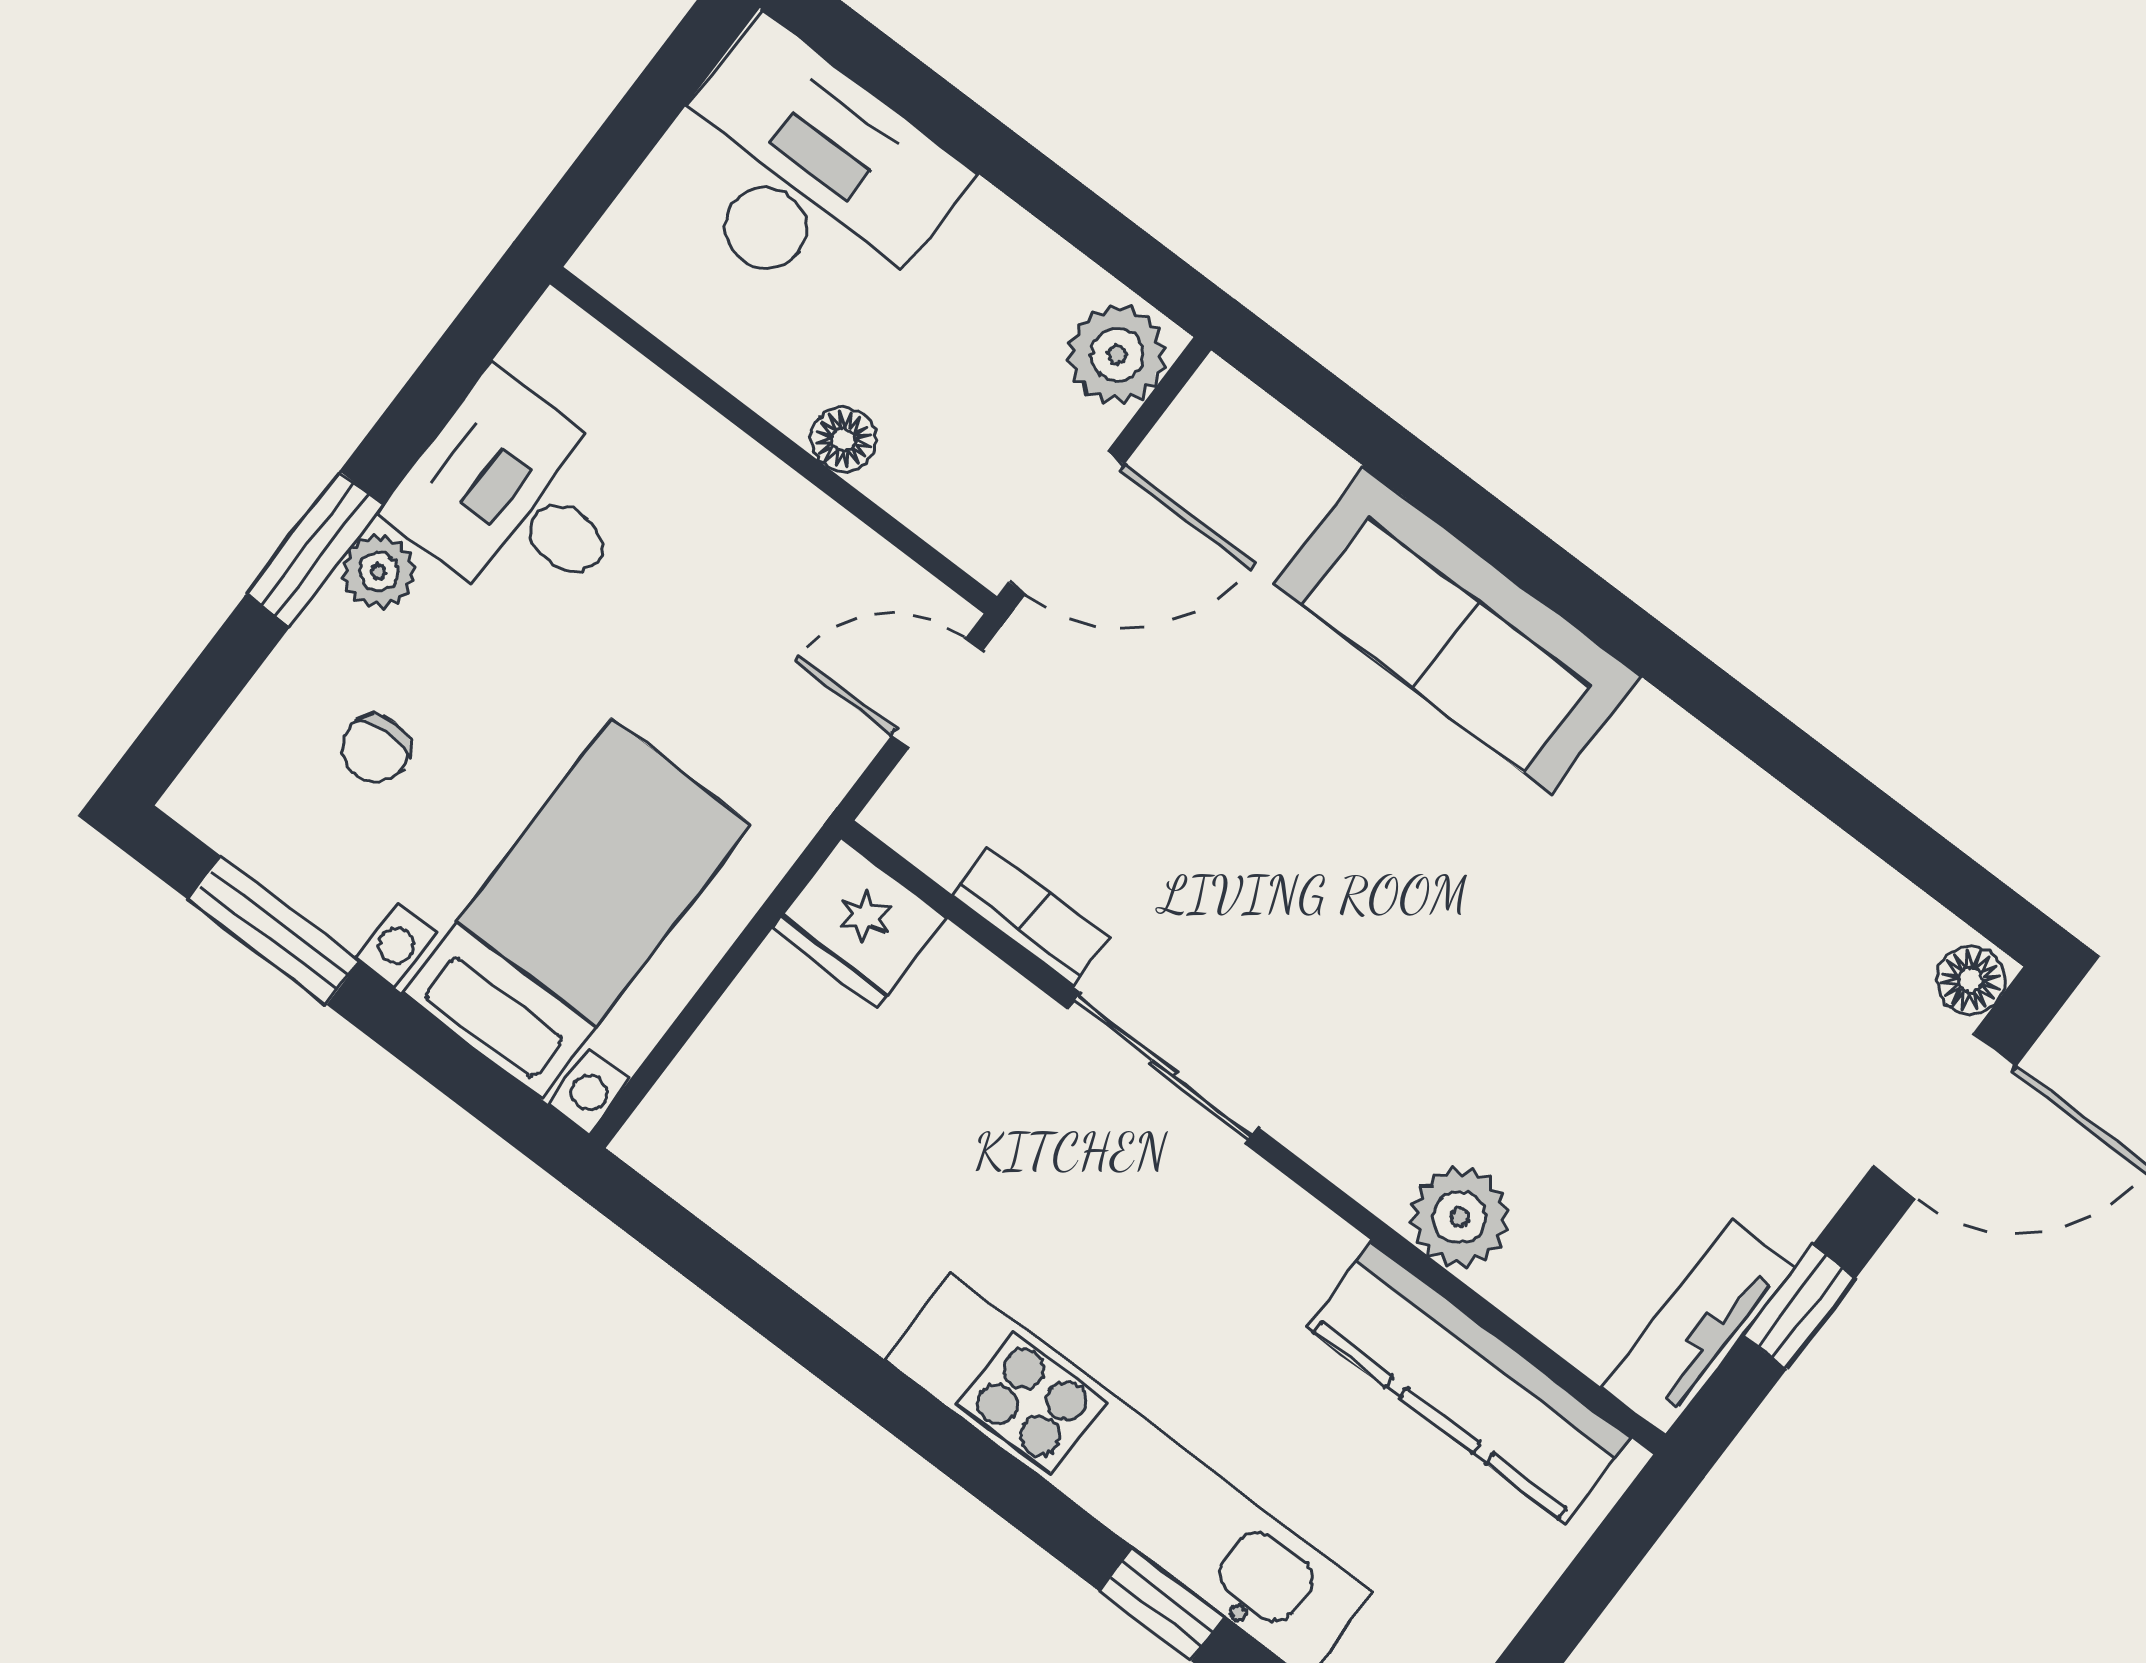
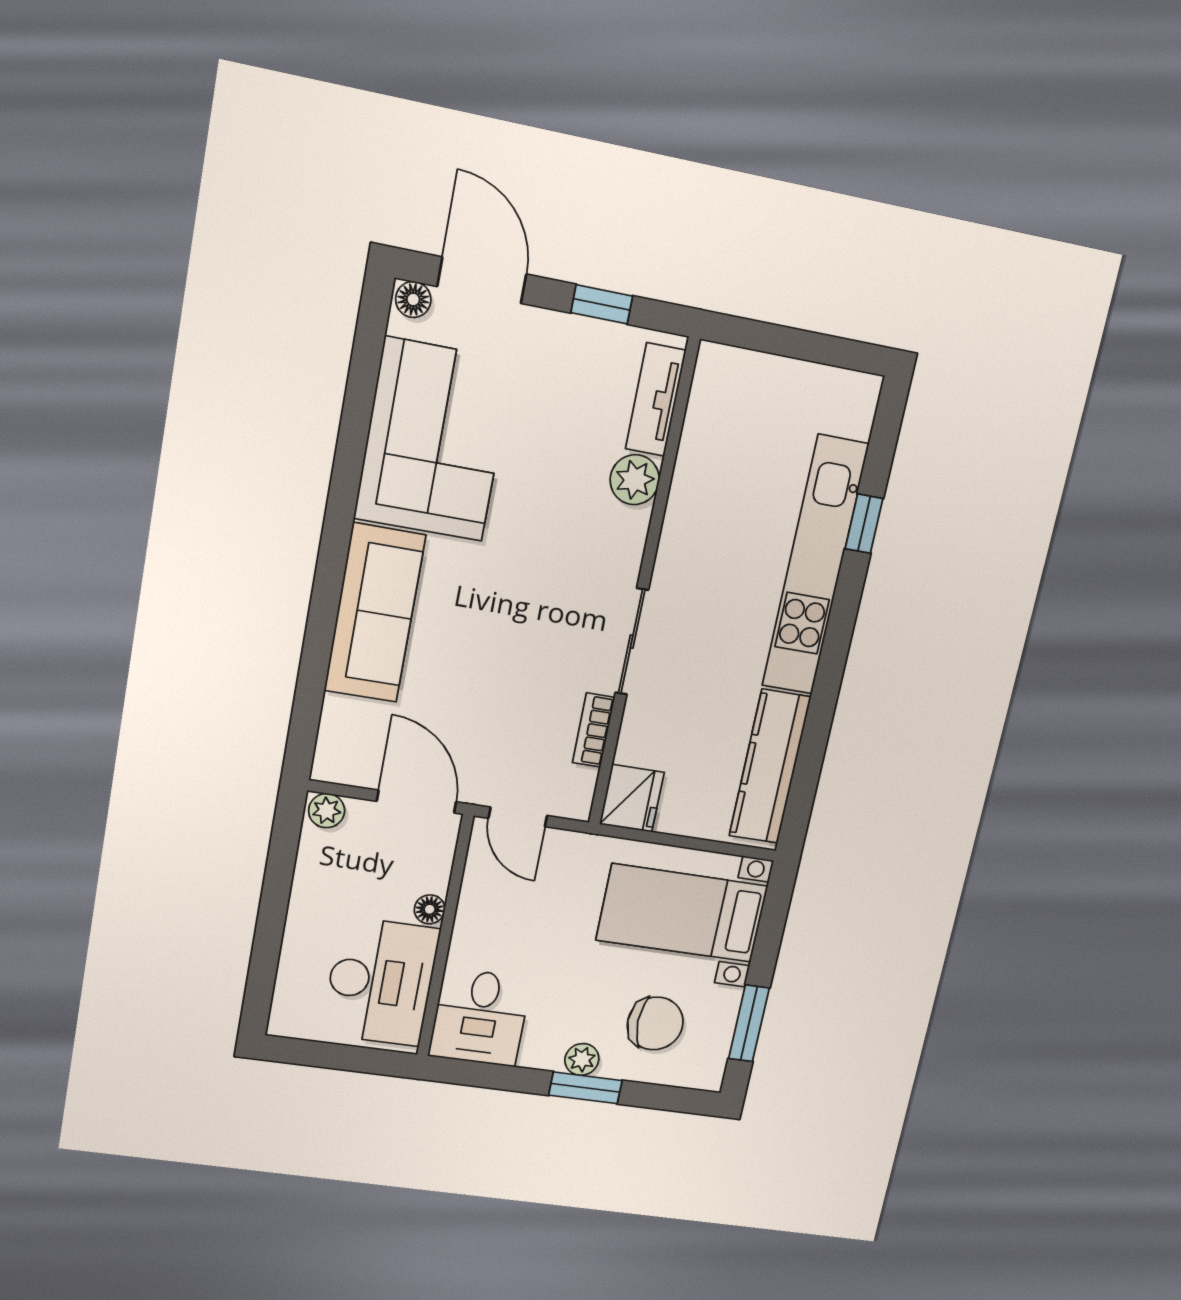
desk: (806, 175) -> (381, 982), moved, turned 180
plant: (1117, 354) -> (327, 811), width x0.73, depth x0.73
desk: (515, 500) -> (480, 1017), moved
chair: (375, 749) -> (655, 1023), width x1.87, depth x1.87
corner sofa: (1712, 893) -> (434, 440), added
tv unit: (1699, 1327) -> (656, 400), moved, turned 90
kitchen counter: (1468, 1382) -> (770, 767), moved, turned 180

